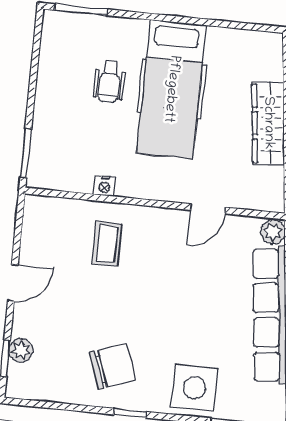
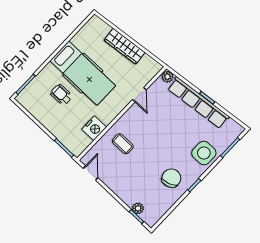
wheelchair: (109, 82) -> (61, 95), turned 180
nightstand: (104, 186) -> (94, 128), width x1.89, depth x1.79
door: (13, 283) -> (91, 173), moved

